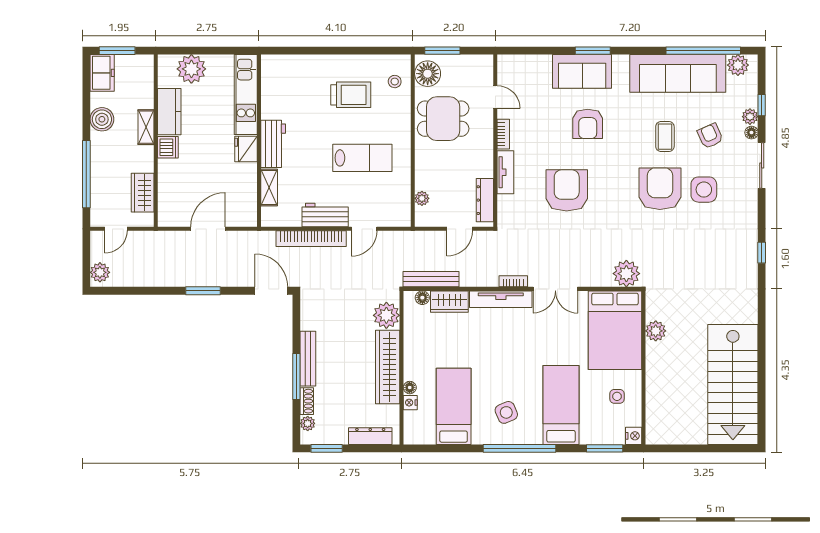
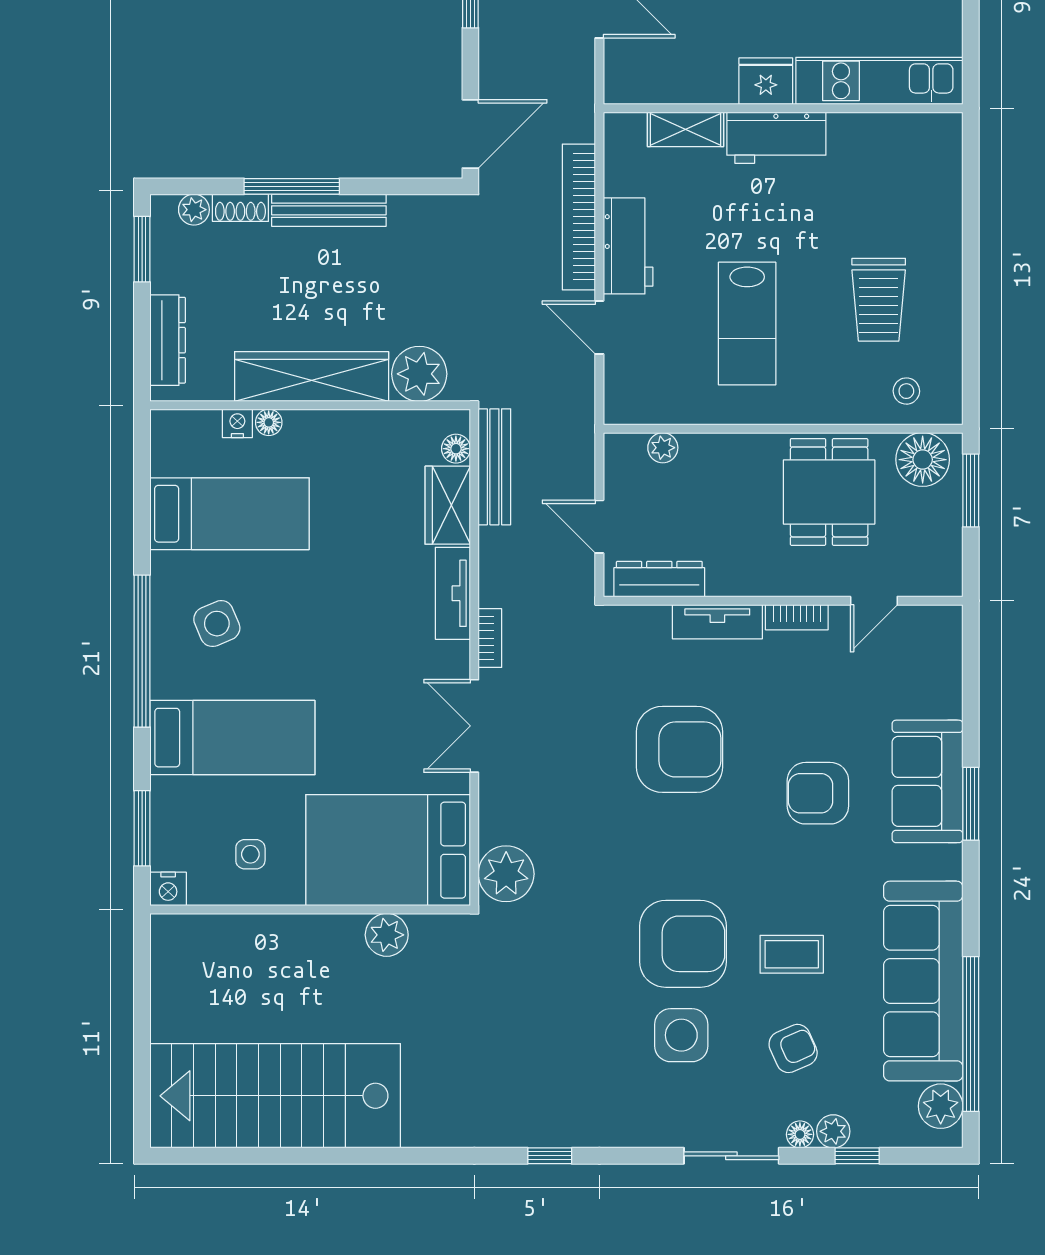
tv unit: (501, 299) -> (453, 593), width x0.71

